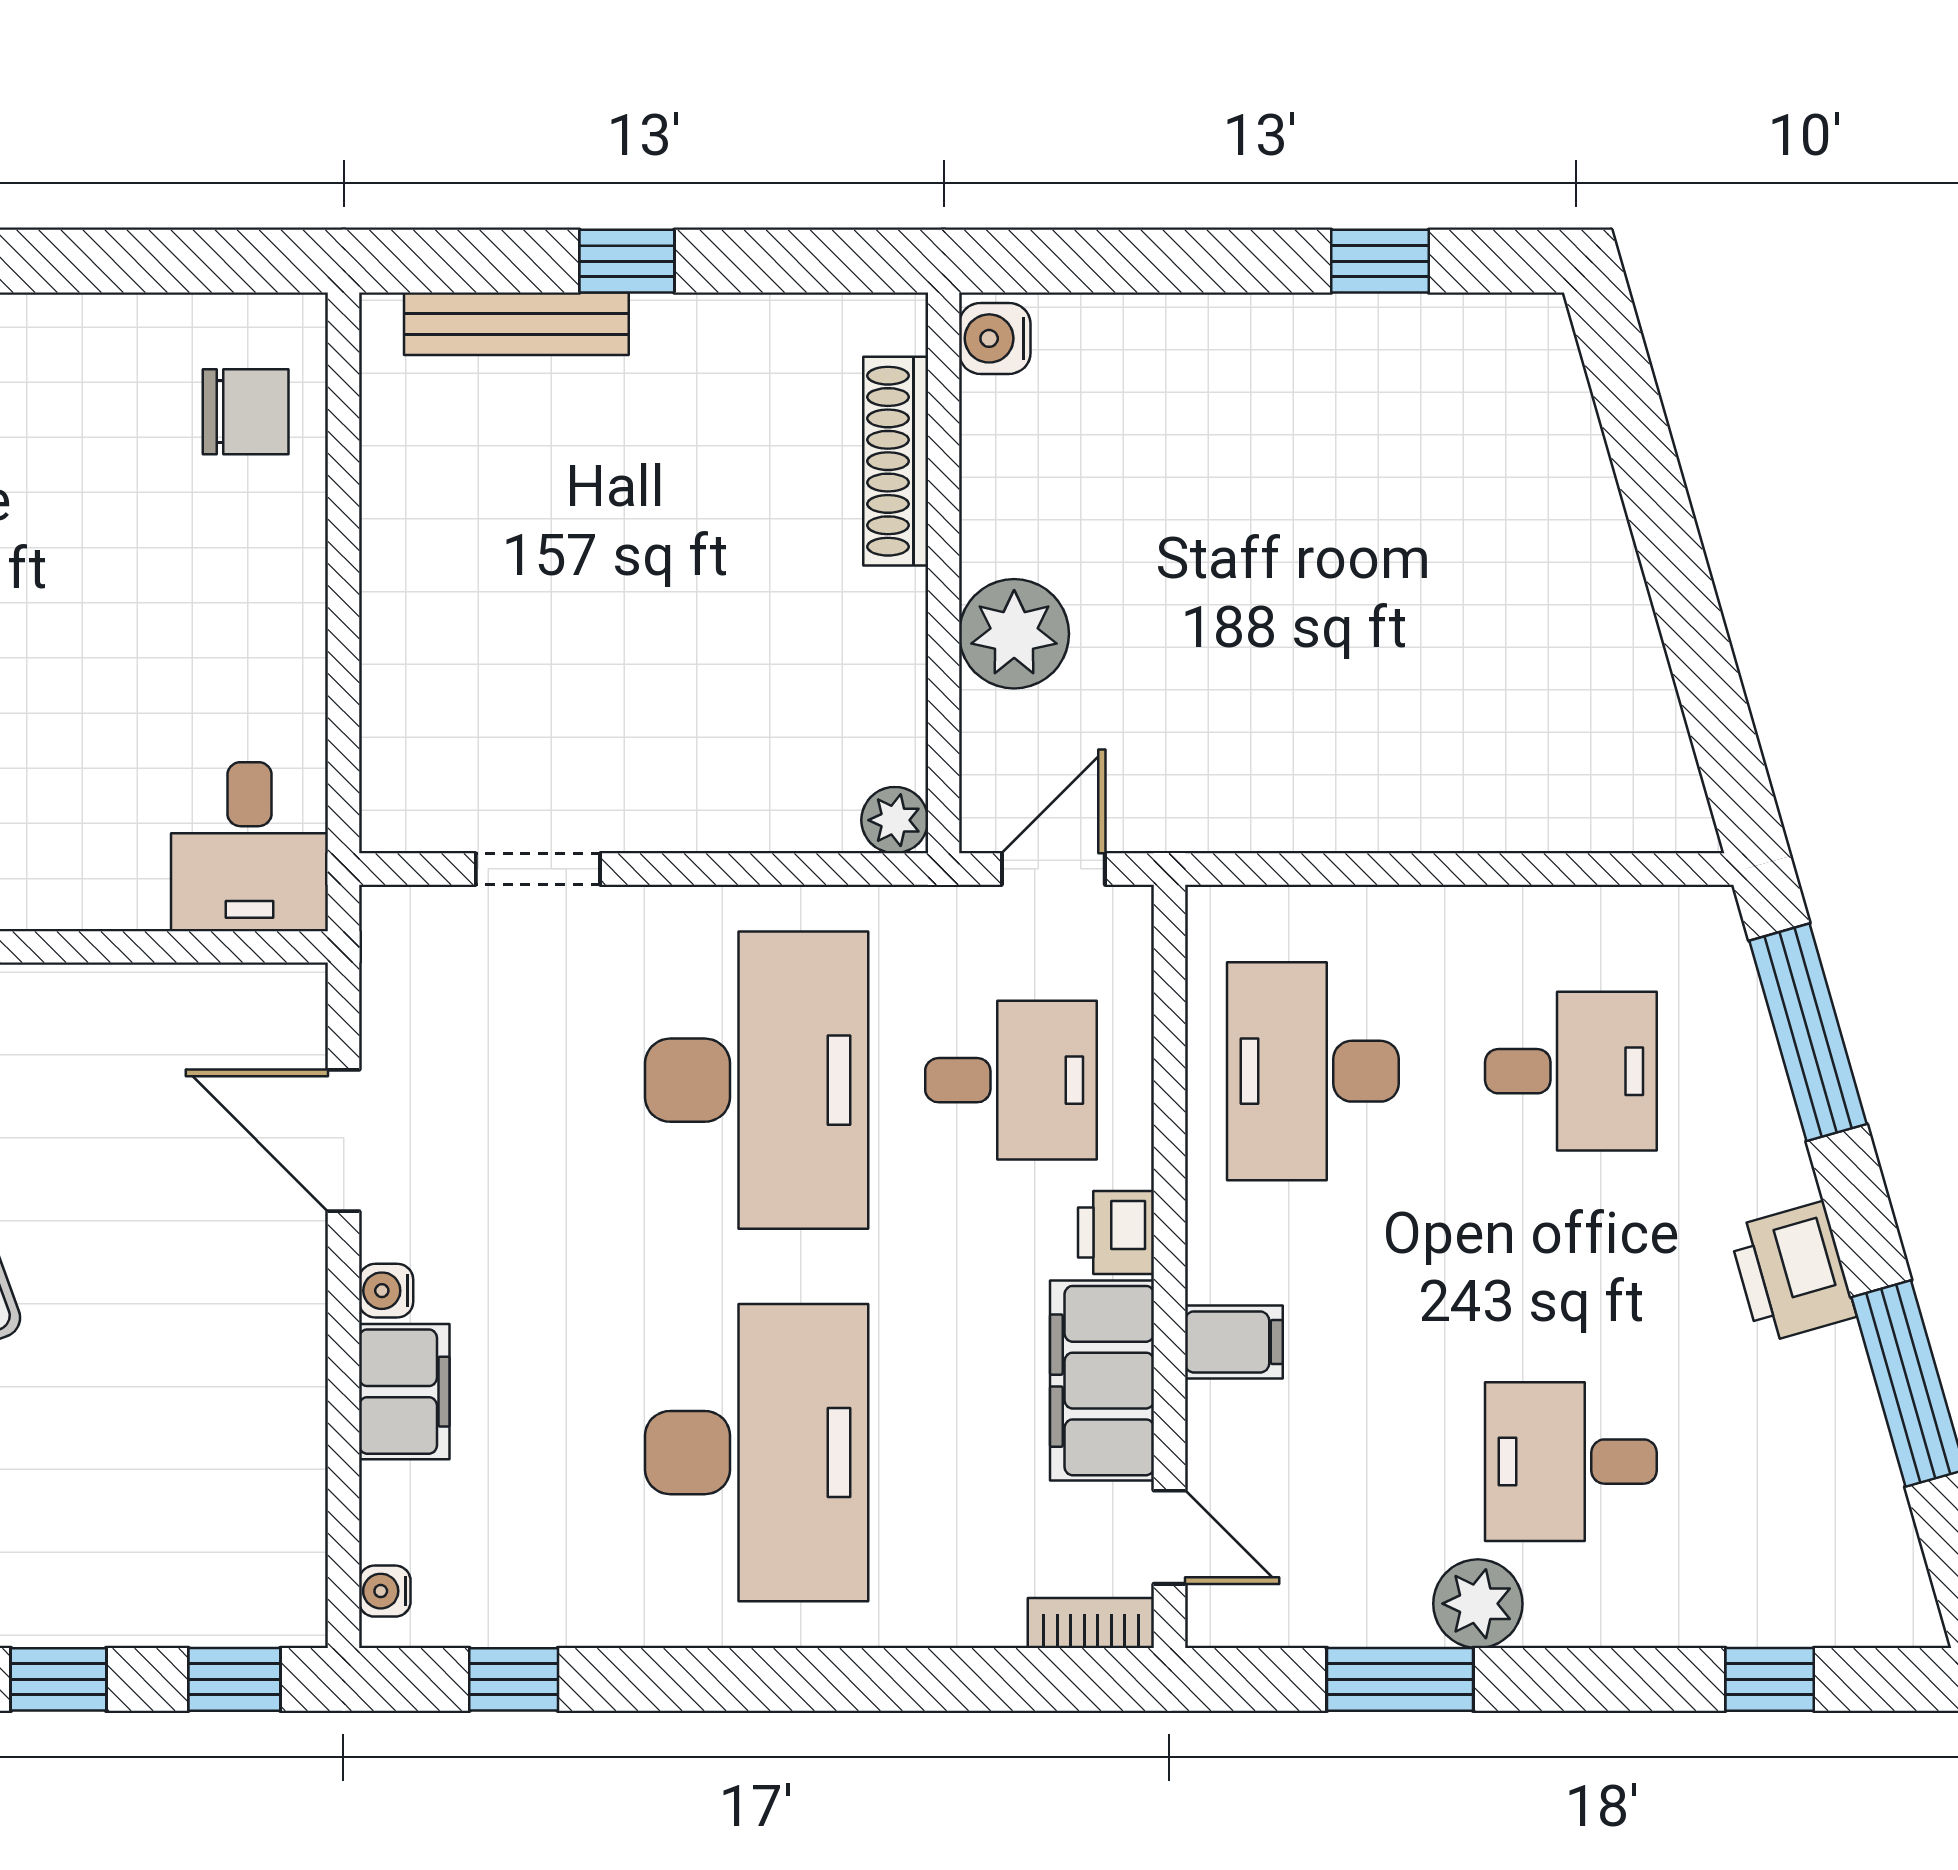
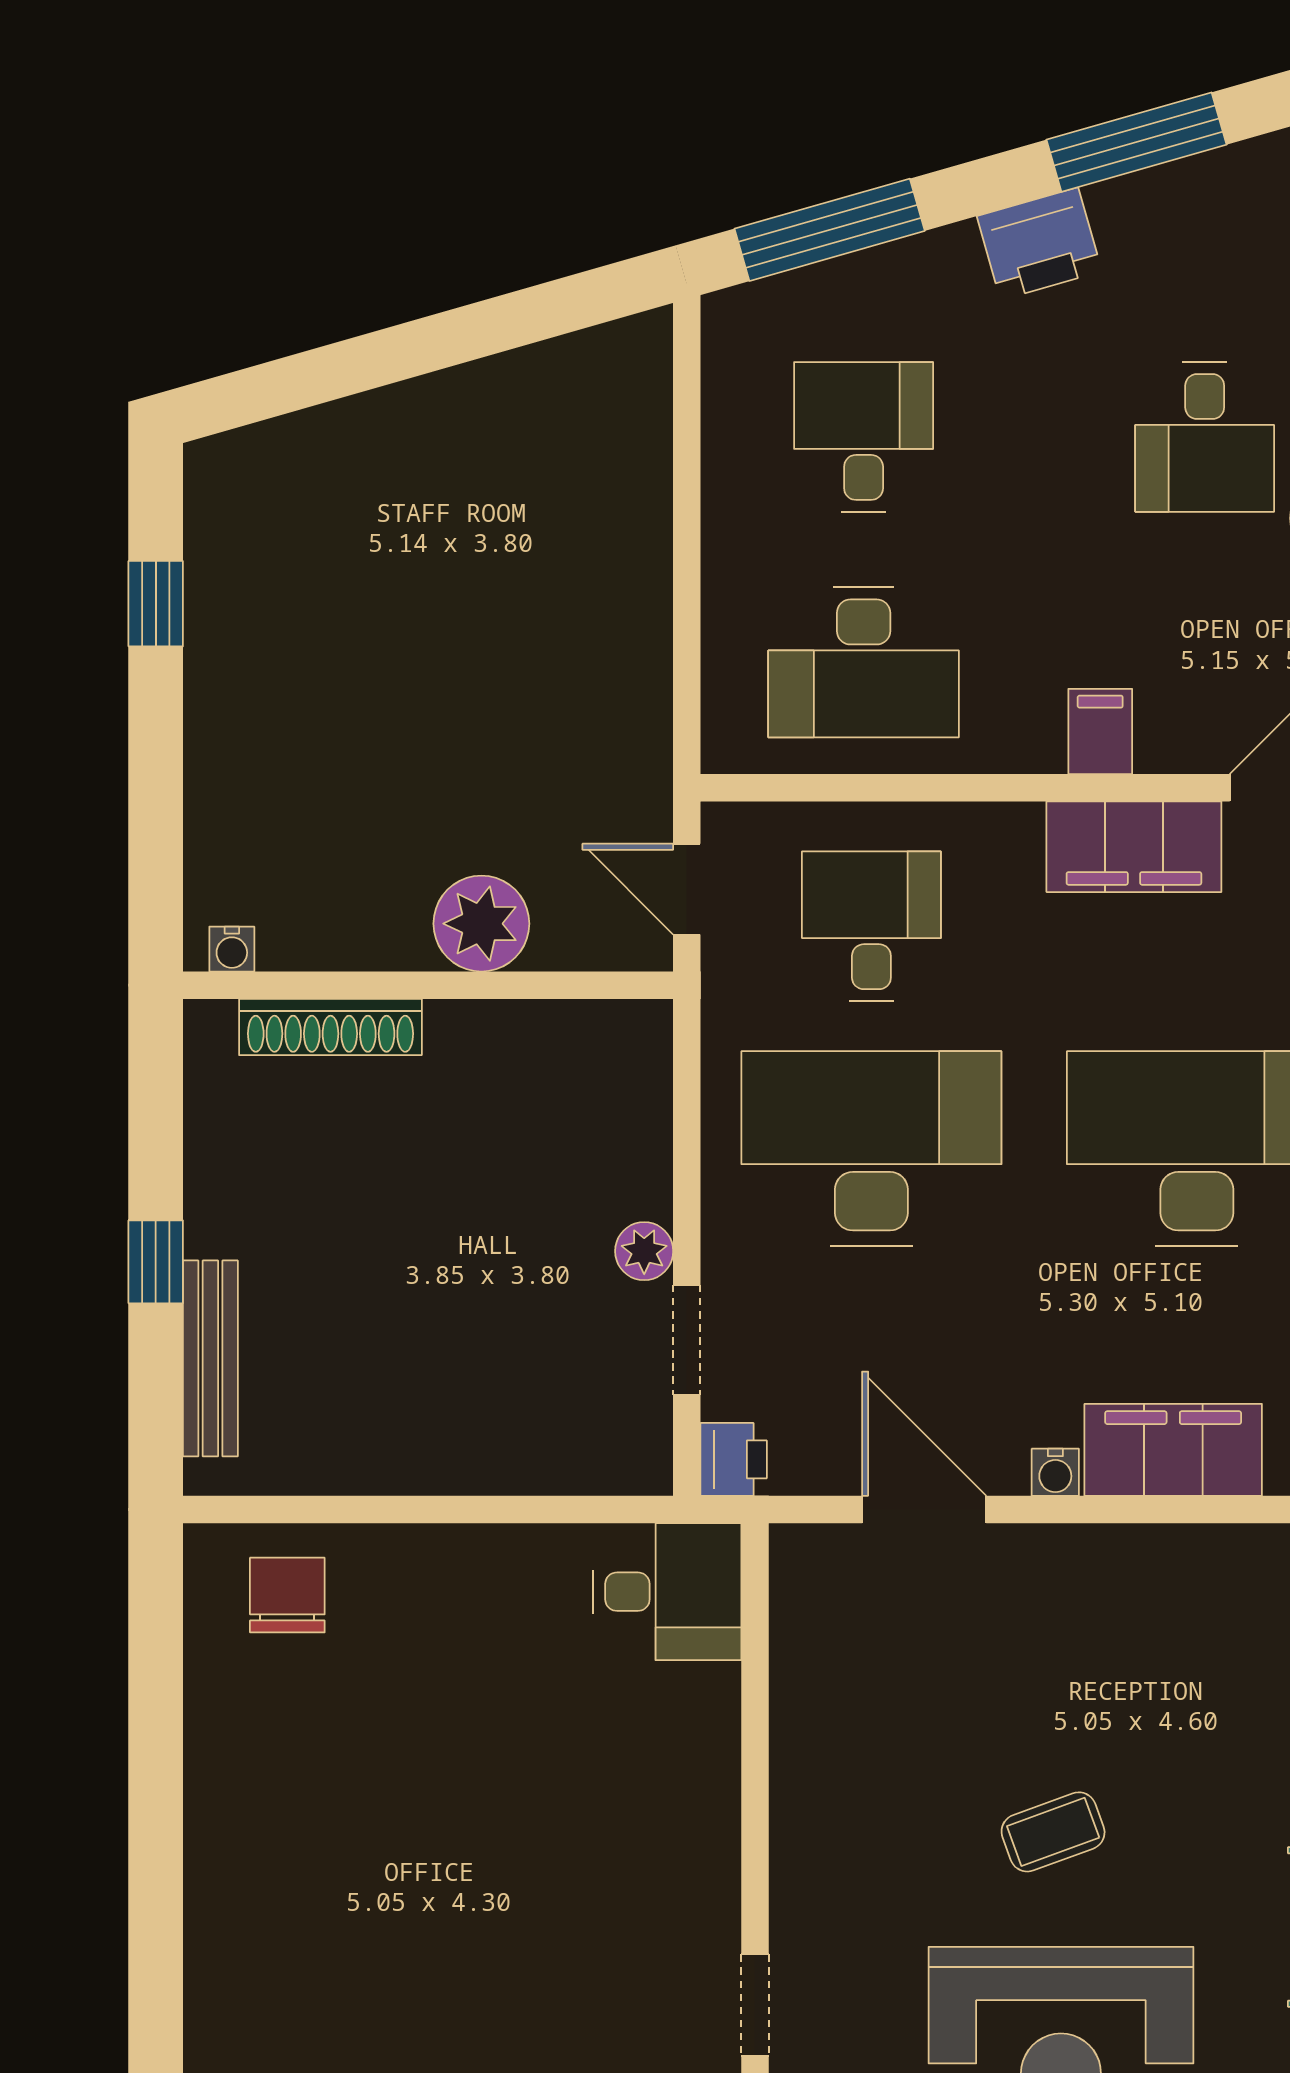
water cooler: (995, 338) -> (232, 949), width x0.72, depth x0.72
plant: (895, 820) -> (644, 1251), moved
door: (344, 1141) -> (924, 1509), swing flipped
printer: (1116, 1232) -> (734, 1459), moved, turned -90
filing cabinet: (404, 1392) -> (1173, 1450), width x1.50, depth x1.17

